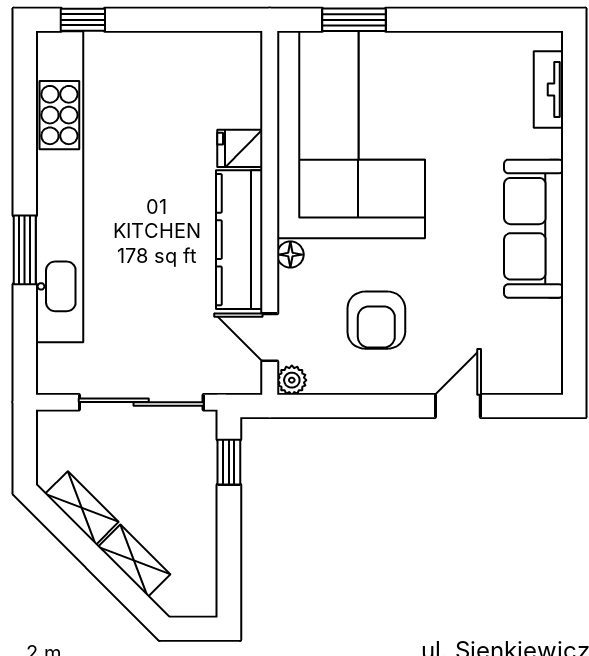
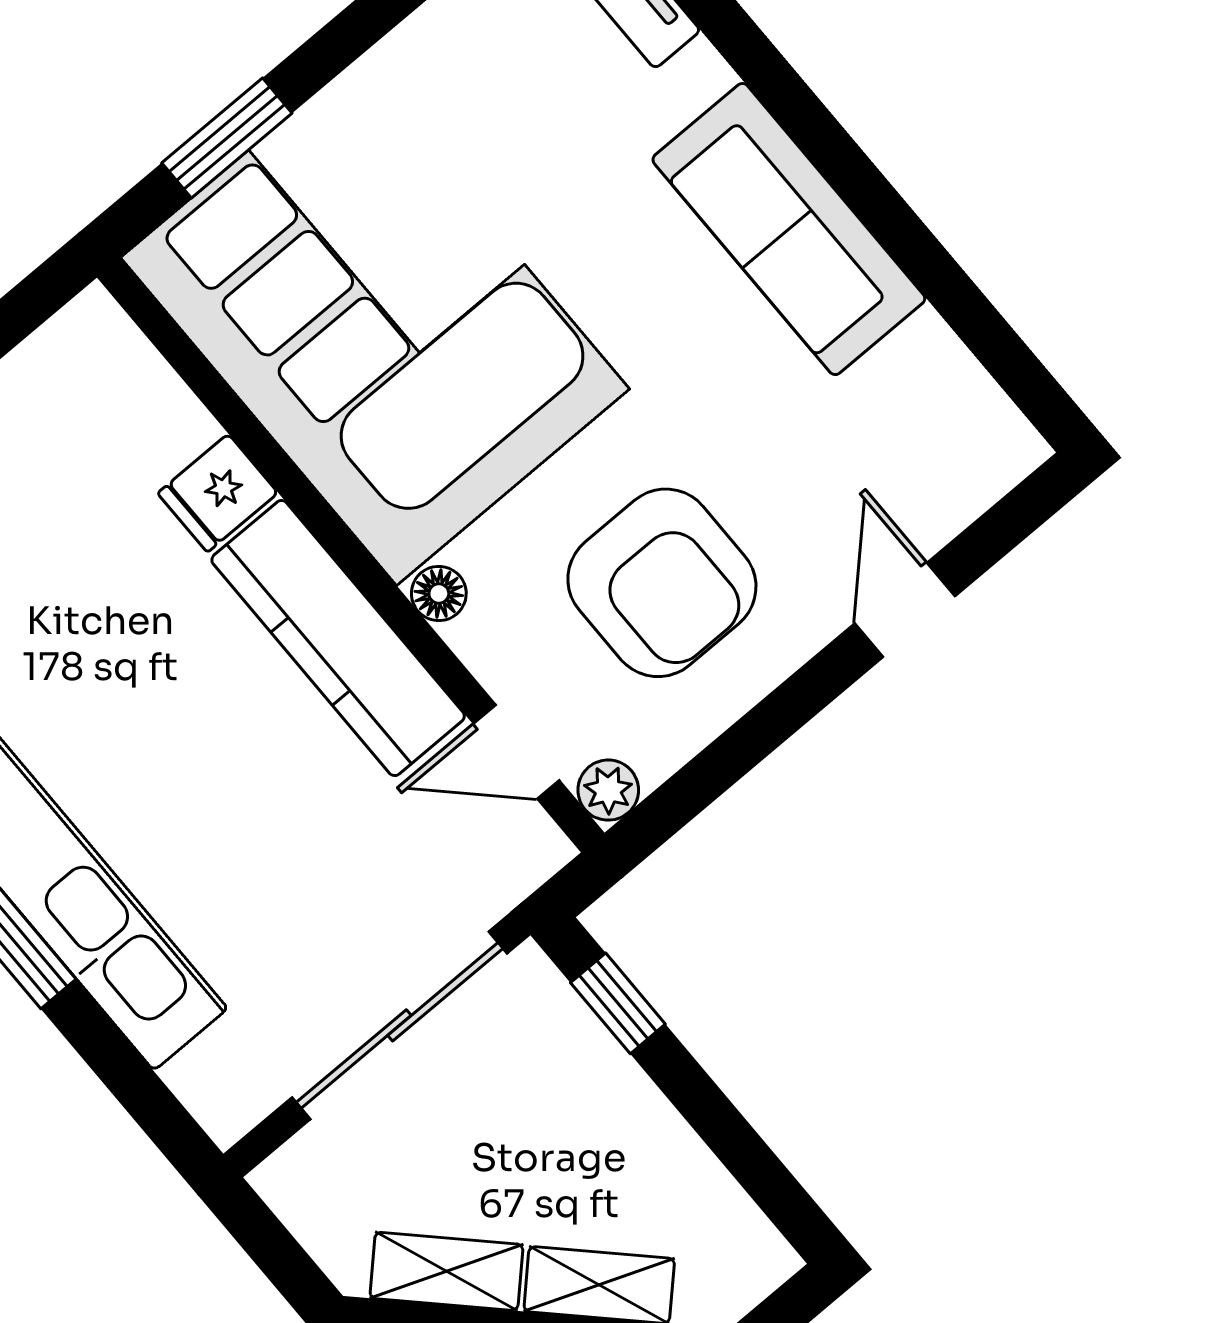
armchair: (376, 320) -> (662, 583), width x1.36, depth x1.36

